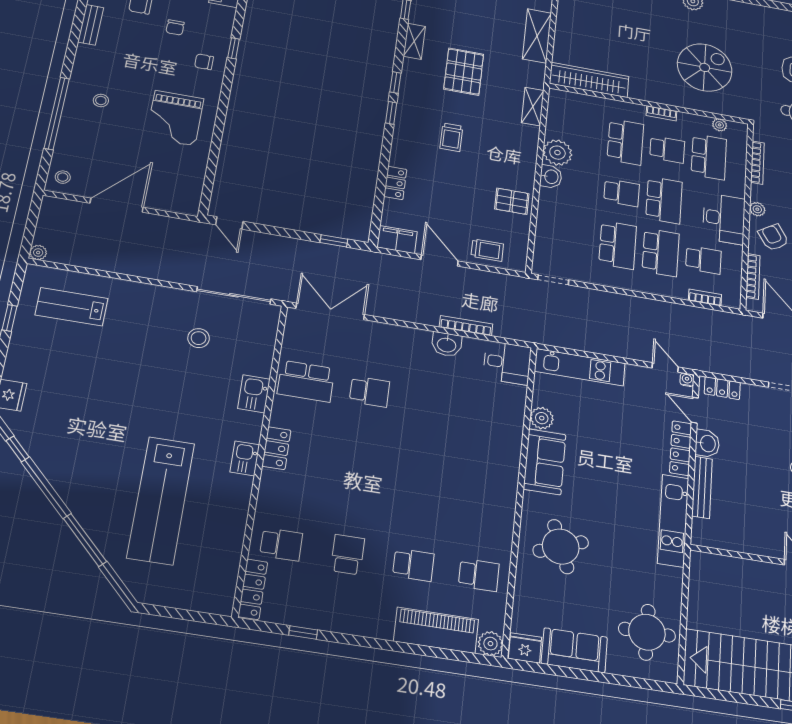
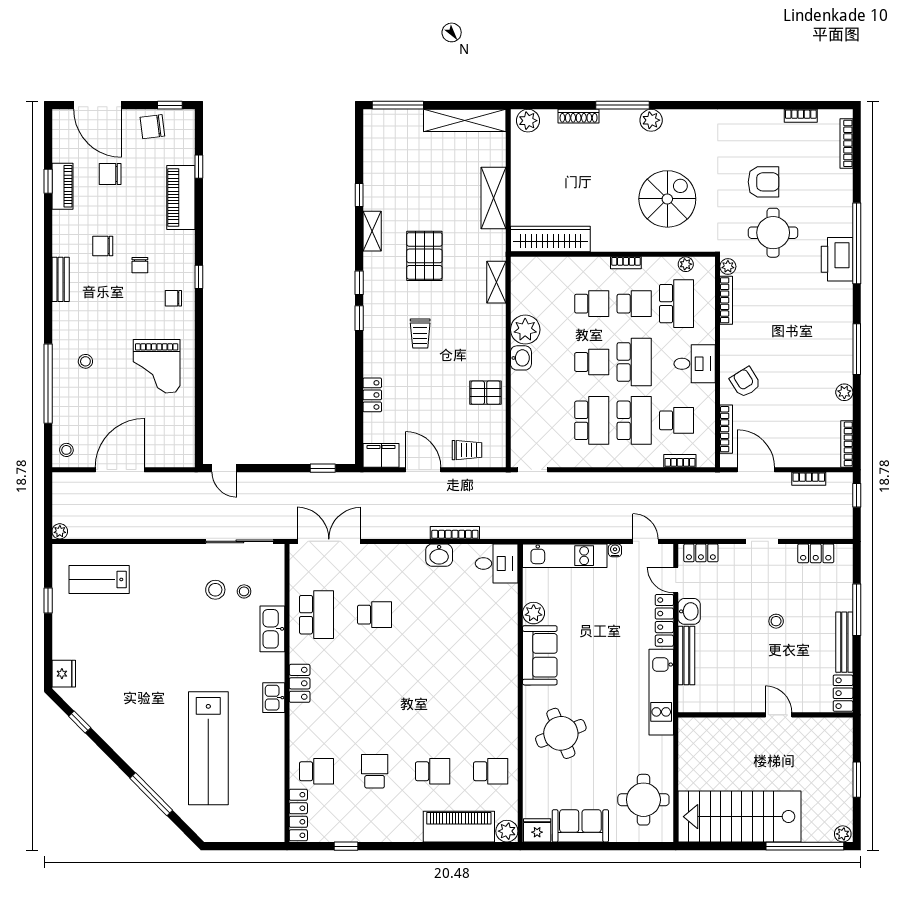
school desk: (625, 142) -> (592, 304), width x0.54
plant: (757, 209) -> (728, 266), moved
desk: (724, 219) -> (695, 364), width x0.73
stool: (230, 345) -> (244, 591), added
water cooler: (687, 380) -> (615, 550), moved
school desk: (306, 381) -> (317, 615), turned -90
kitchen sink: (254, 394) -> (272, 629), width x1.38

